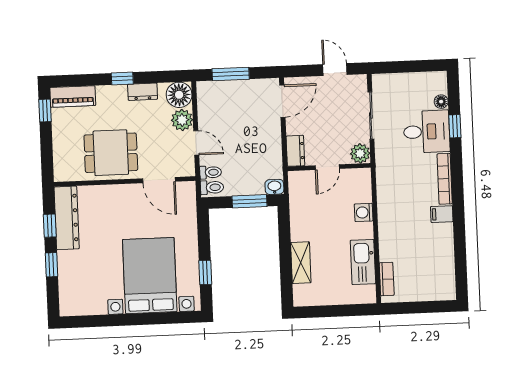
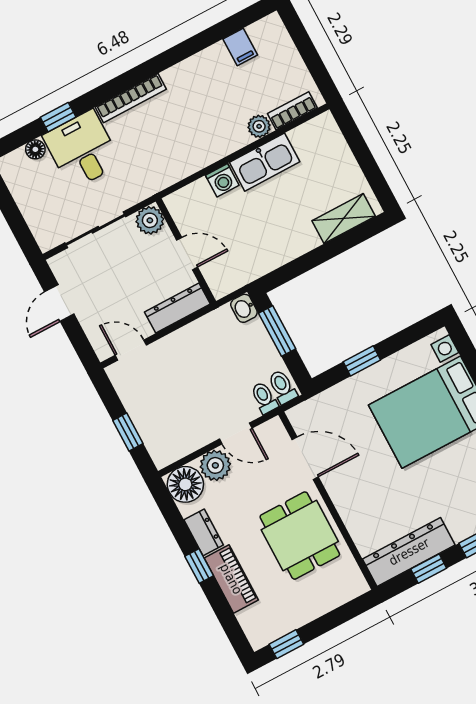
window: (231, 74) -> (128, 432), width x0.67
piano: (73, 96) -> (231, 579), moved
door: (282, 101) -> (131, 350), width x0.73
door: (196, 143) -> (236, 434), swing flipped
dresser: (295, 151) -> (177, 308), width x1.44
door: (159, 180) -> (305, 458), hinge flipped
filing cabinet: (442, 214) -> (240, 47), moved
plant: (387, 253) -> (259, 126), added
kitchen sink: (363, 262) -> (265, 162), moved
shelving: (301, 263) -> (344, 219), moved
window: (205, 272) -> (362, 361), moved

